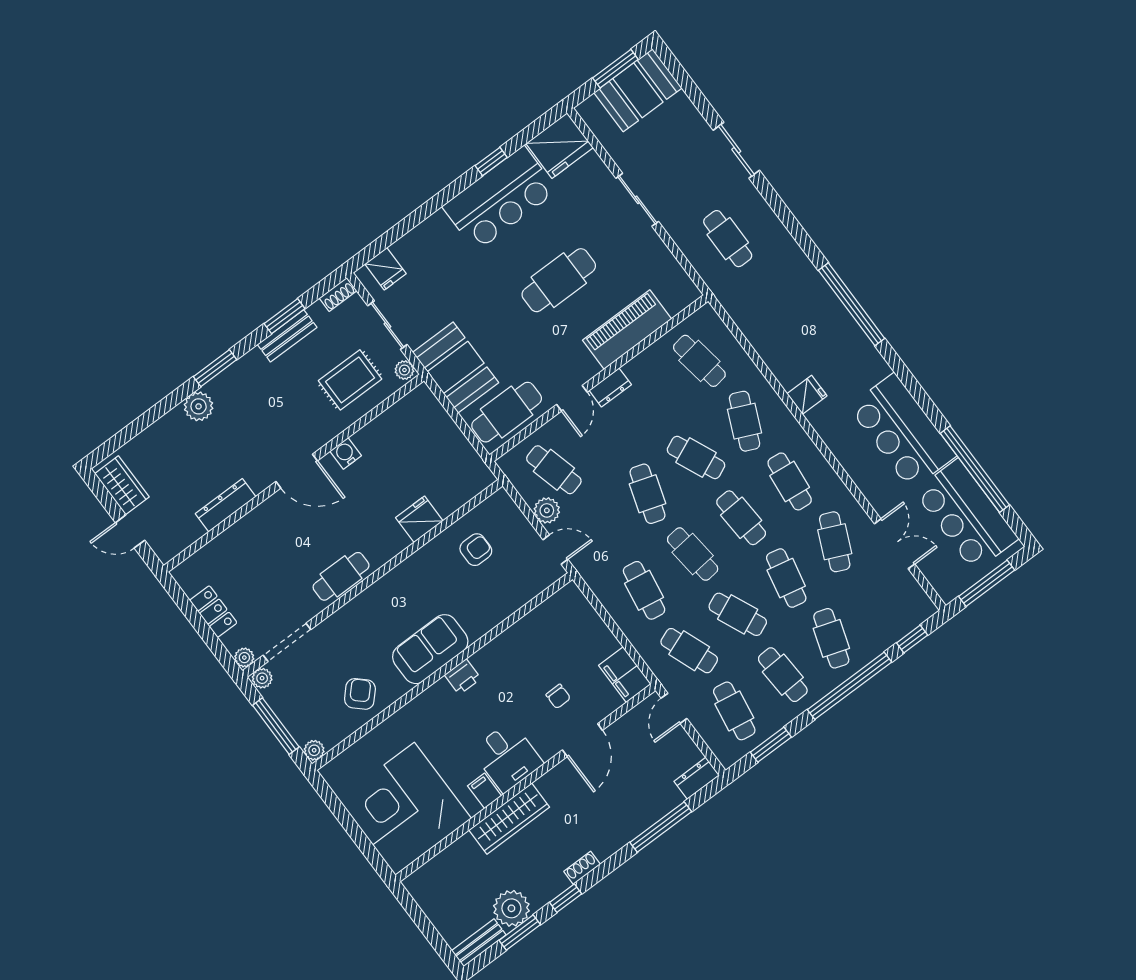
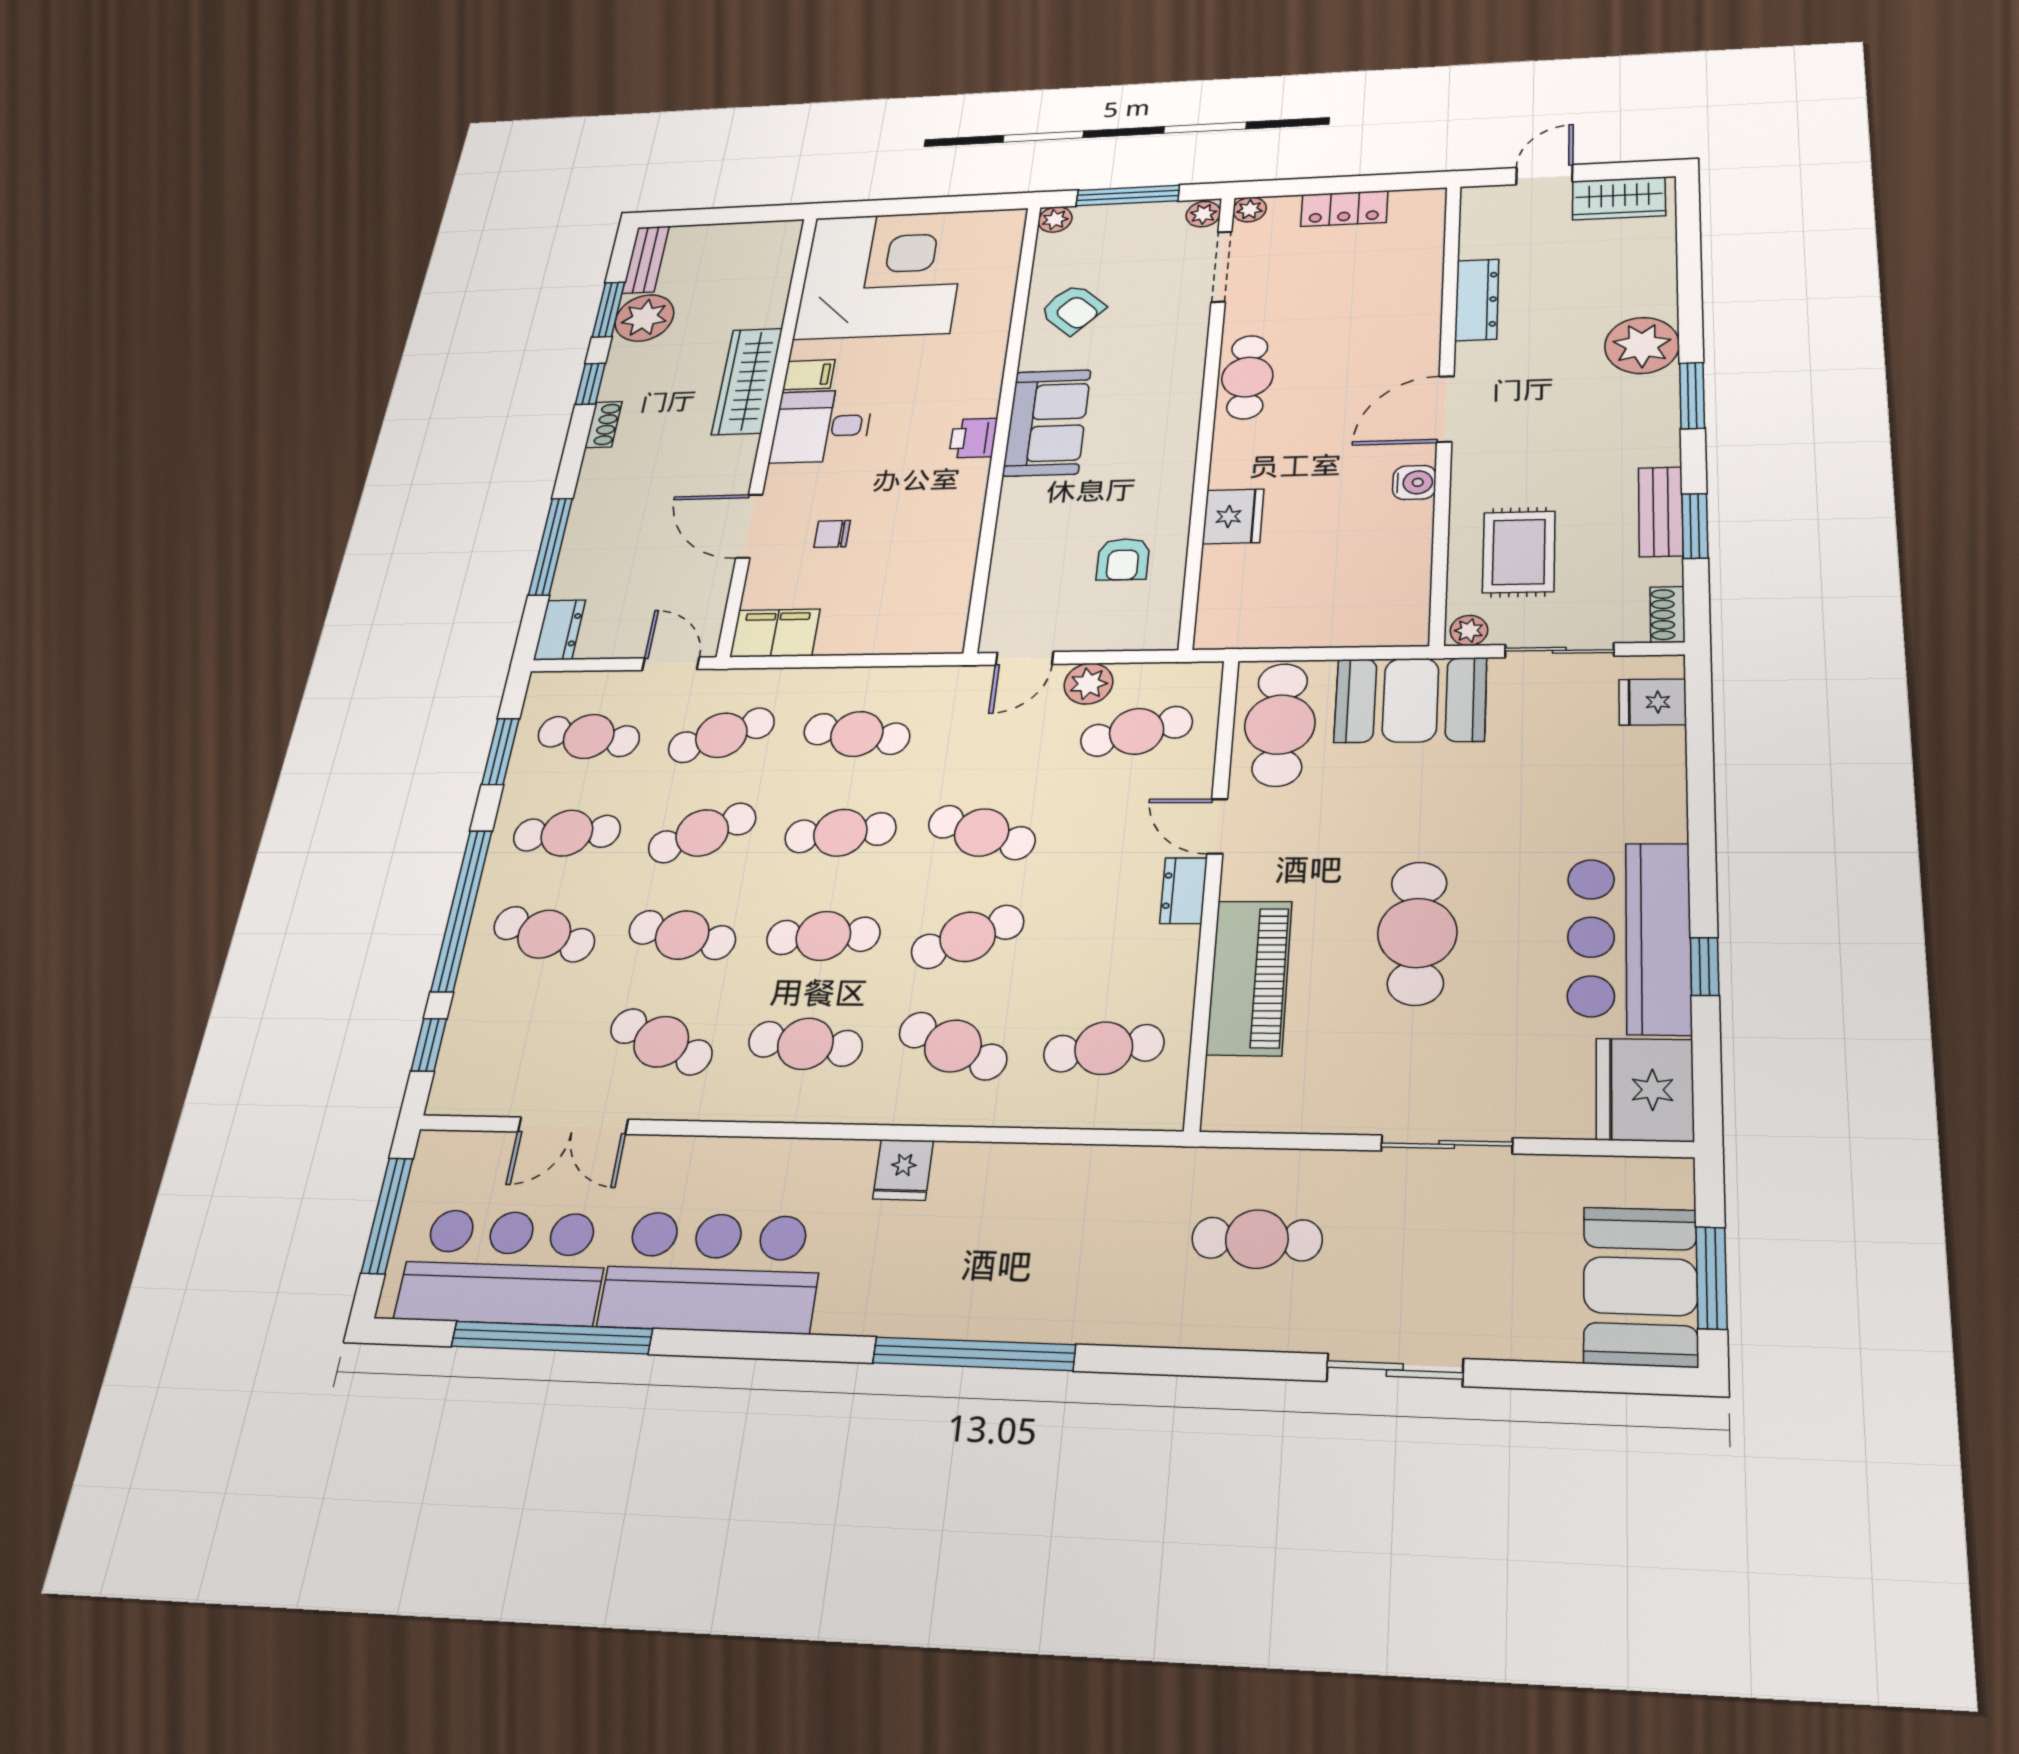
plant: (199, 406) -> (1642, 345), width x1.36, depth x1.36

